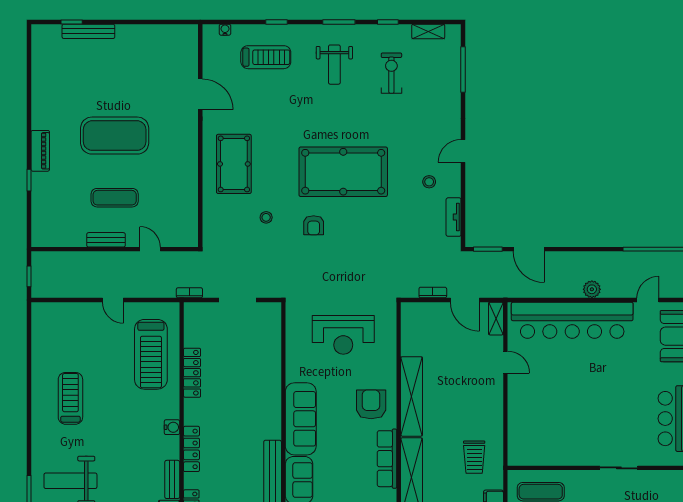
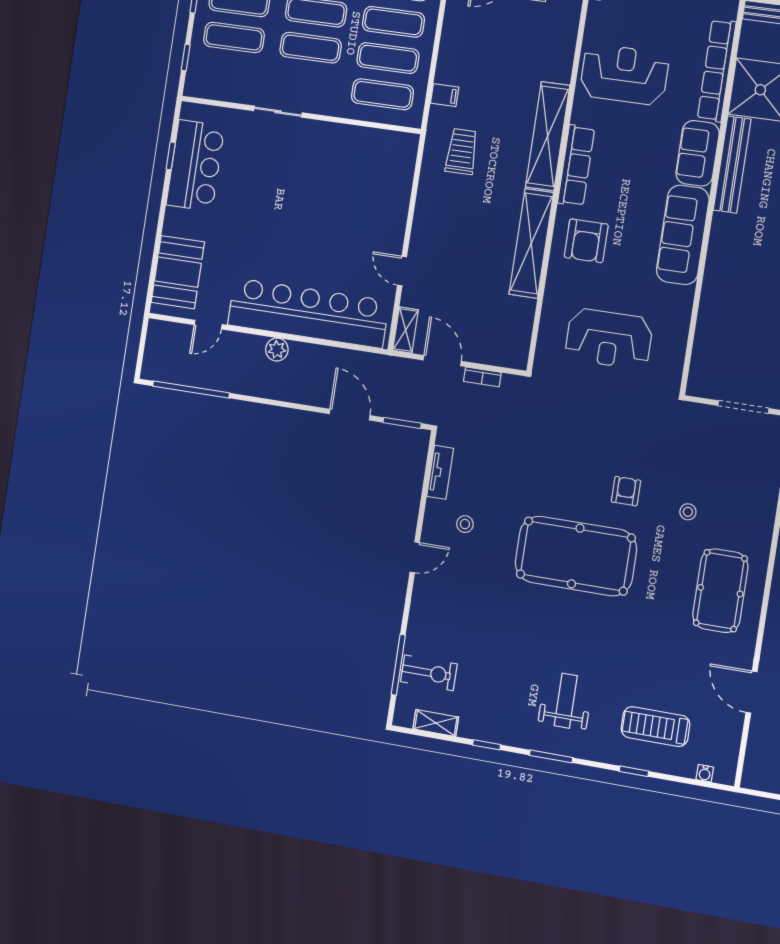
exercise bike: (391, 73) -> (429, 673), moved, turned -90
reception desk: (343, 335) -> (609, 339), turned 180

